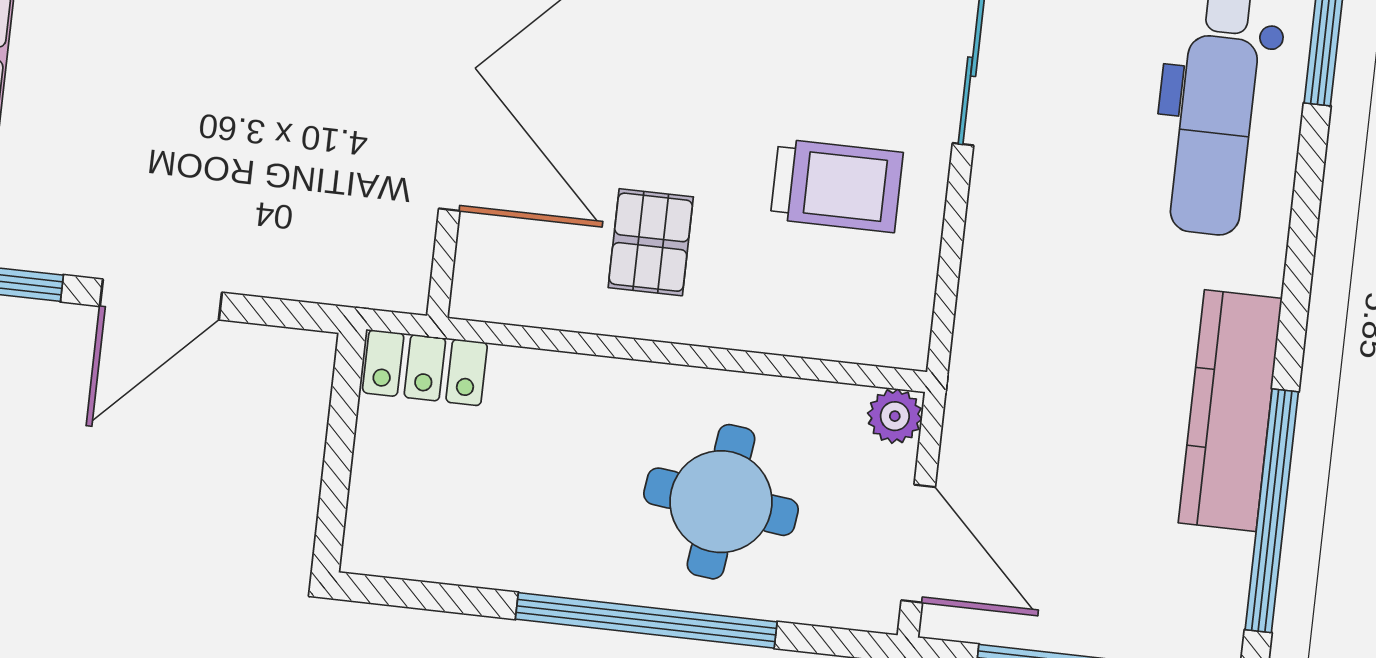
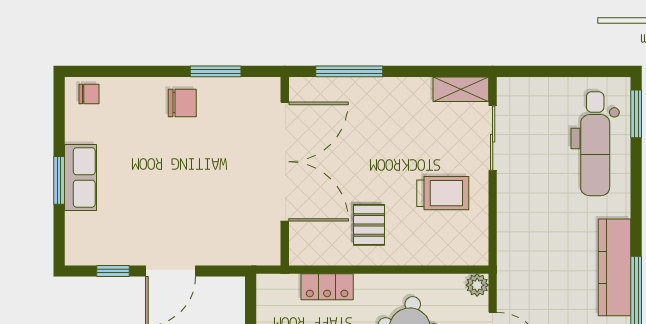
locker: (425, 368) -> (327, 287), moved

